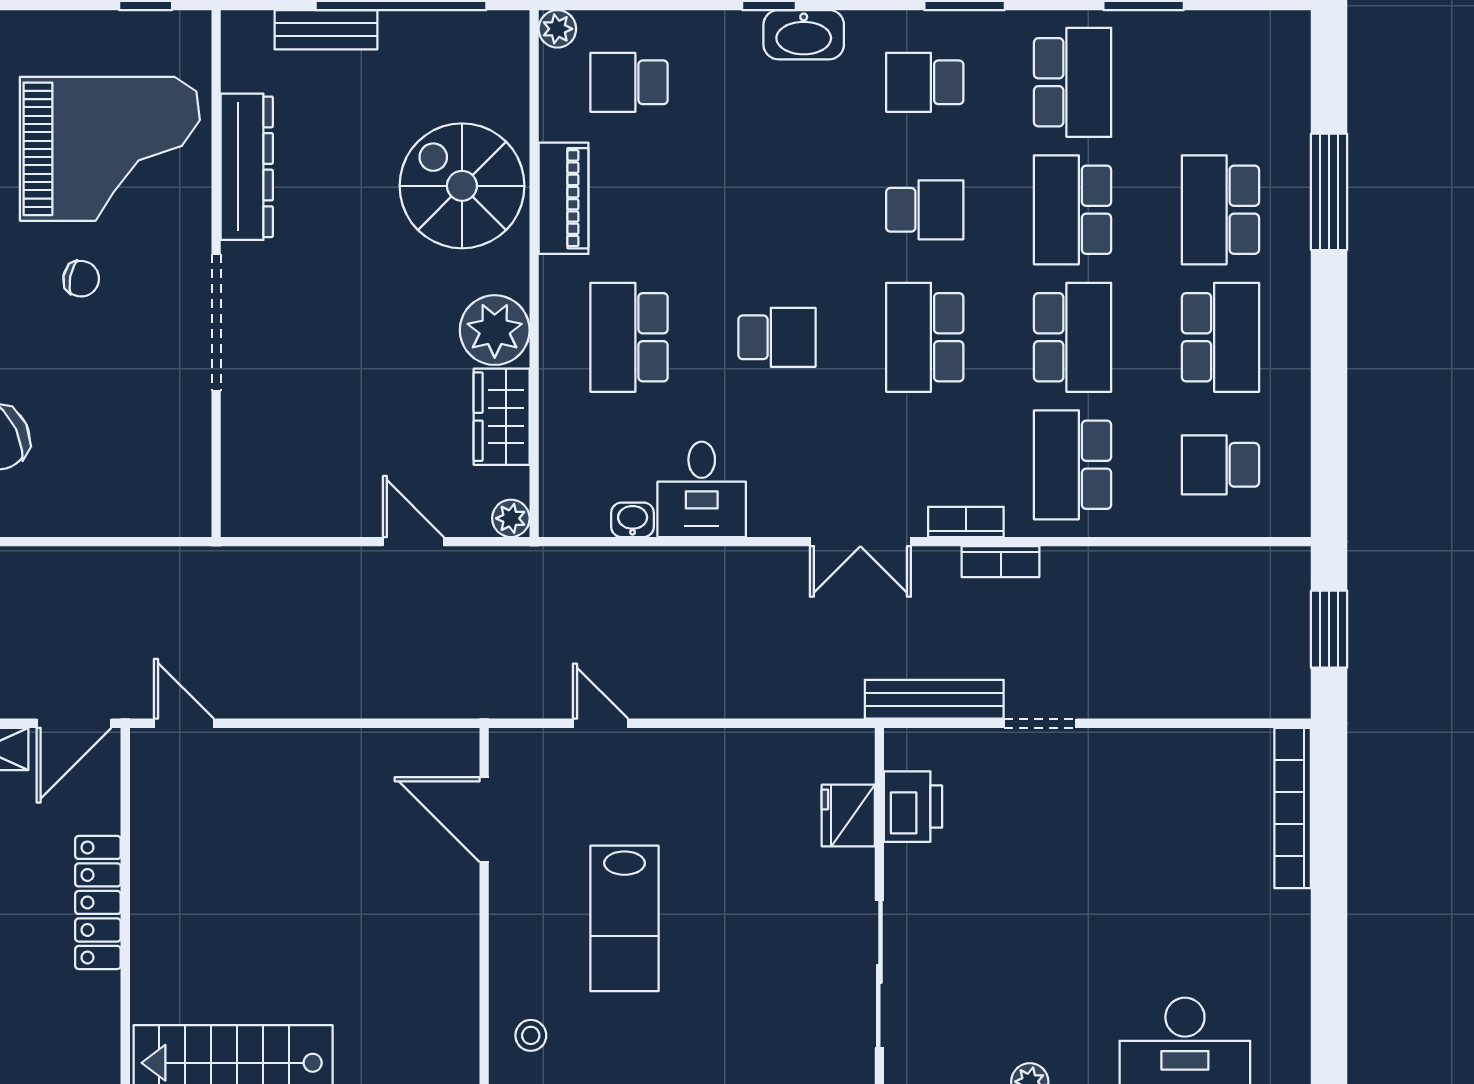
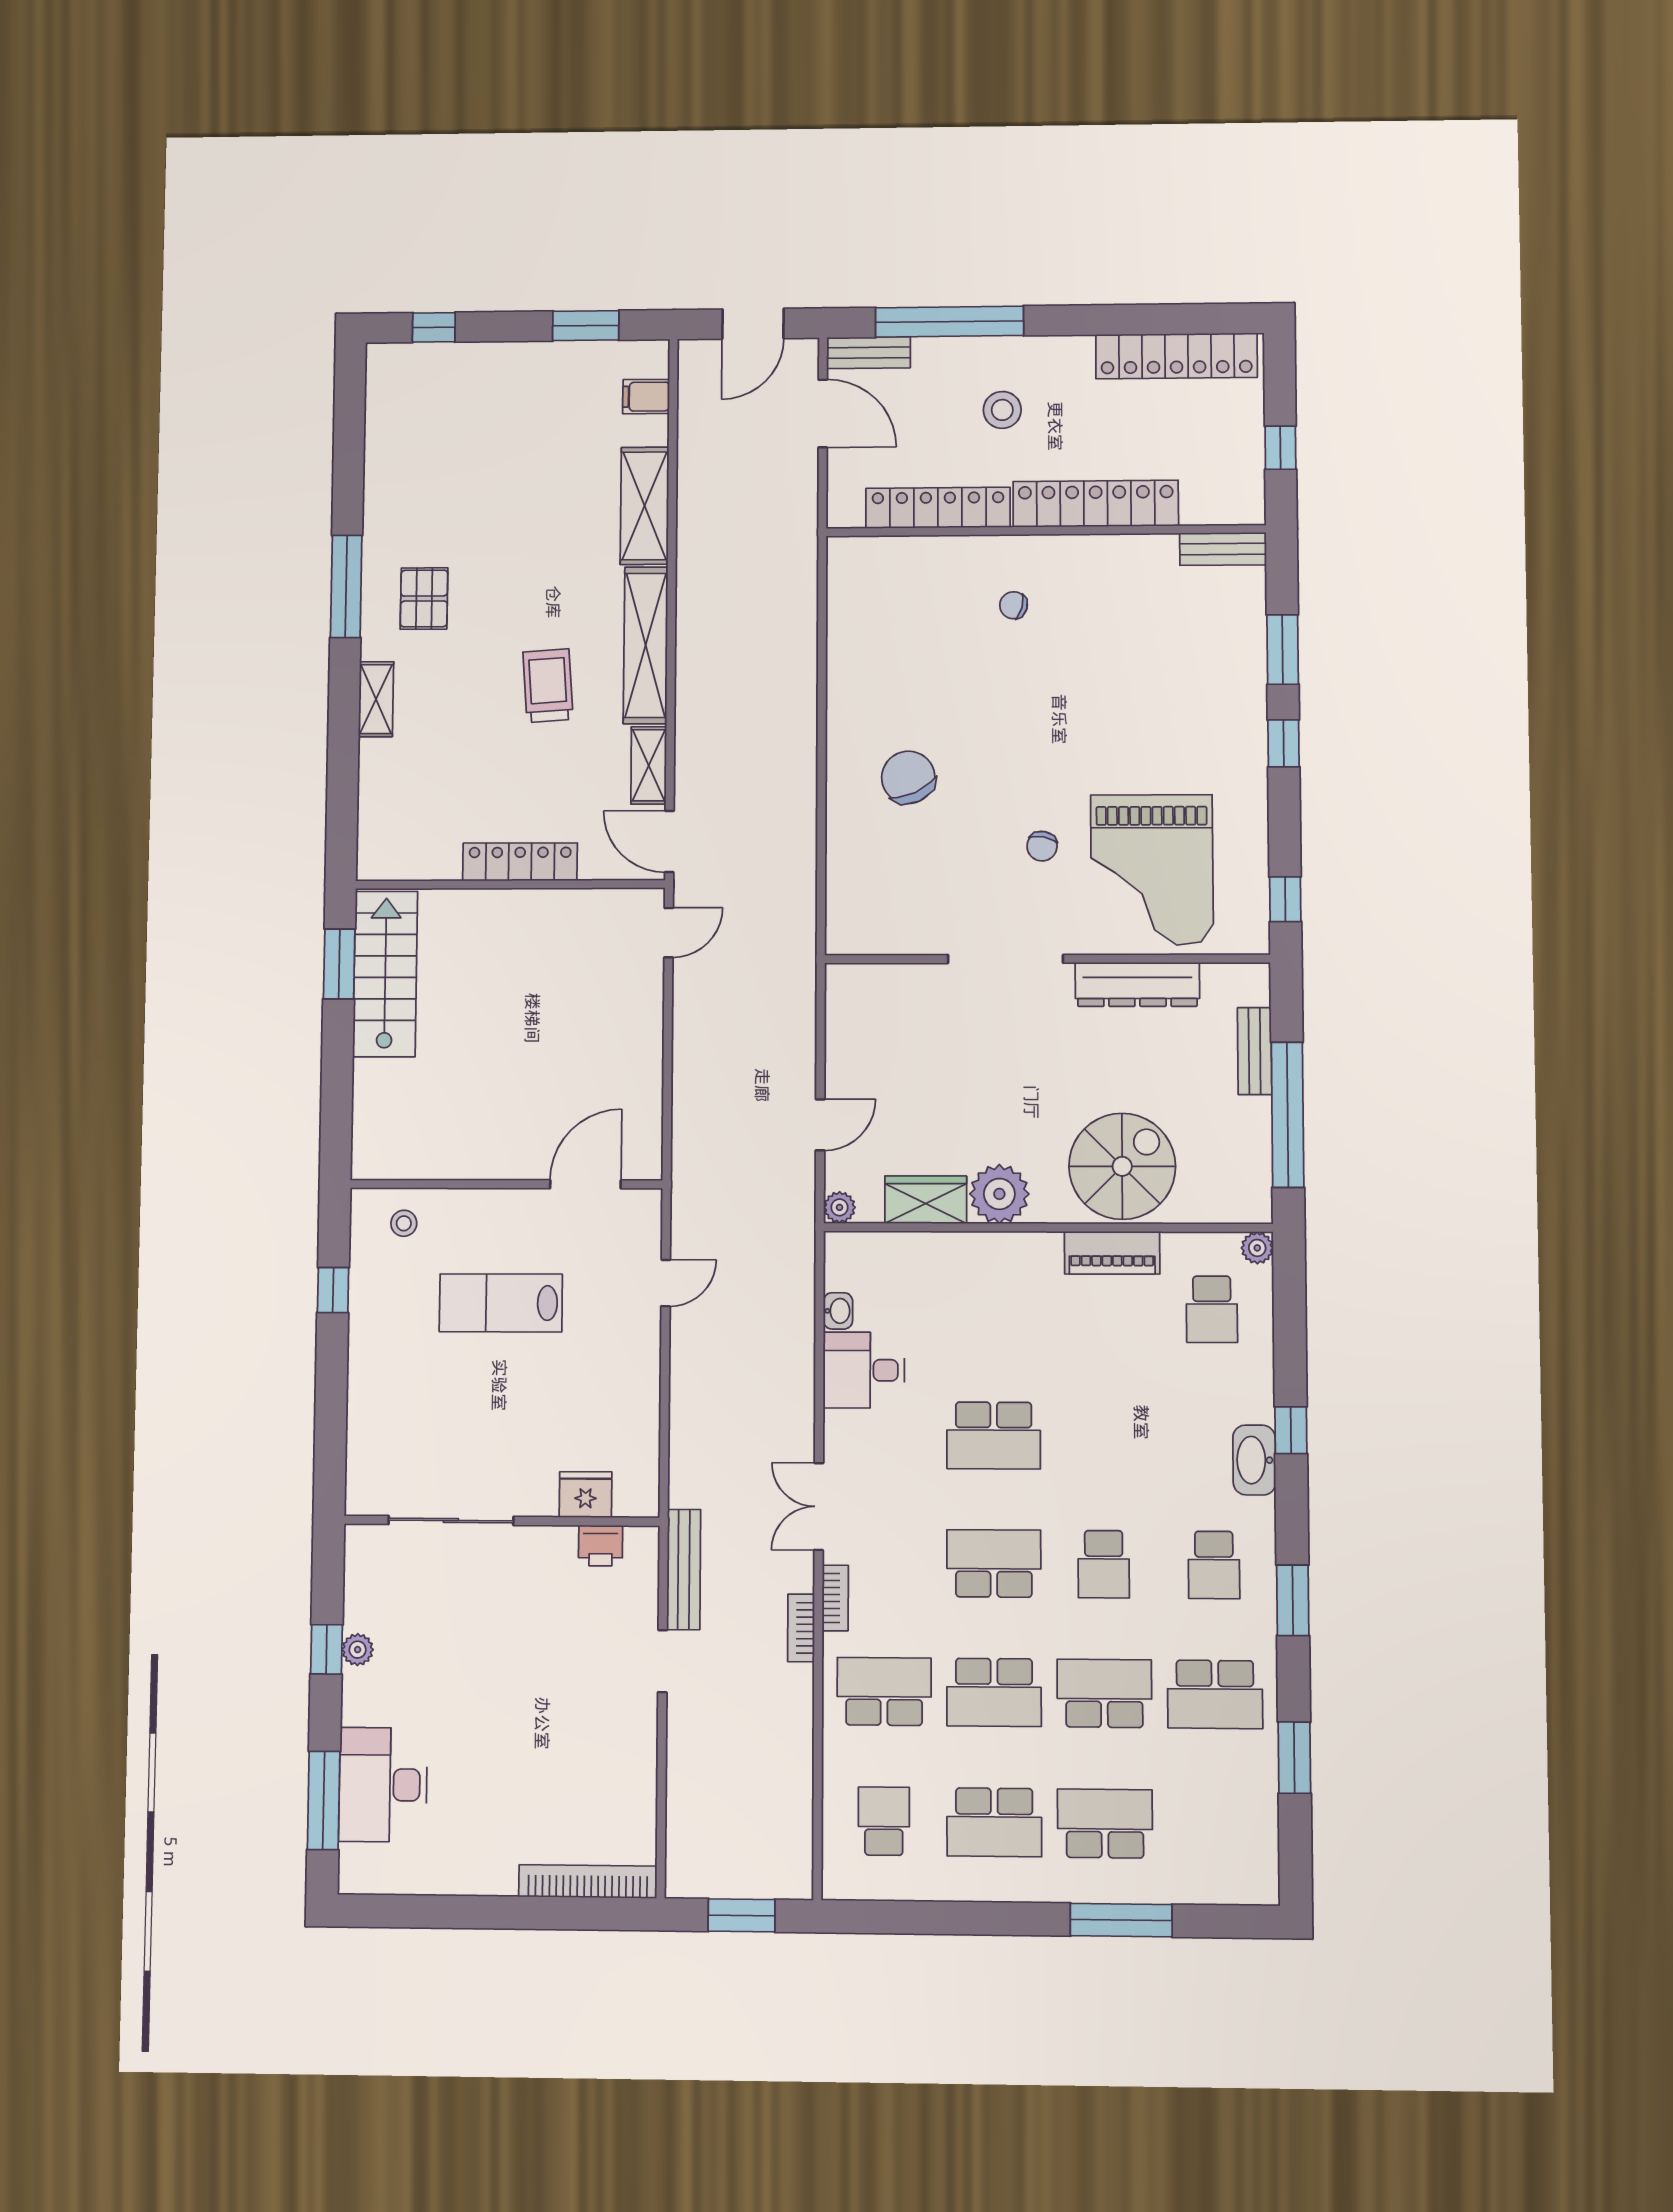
school desk: (629, 82) -> (1212, 1309), turned 180
school desk: (925, 82) -> (1214, 1565), turned 180
school desk: (629, 337) -> (993, 1309), removed
school desk: (777, 337) -> (994, 1435), width x1.85
printer: (913, 807) -> (601, 1546), width x0.73, depth x0.81

